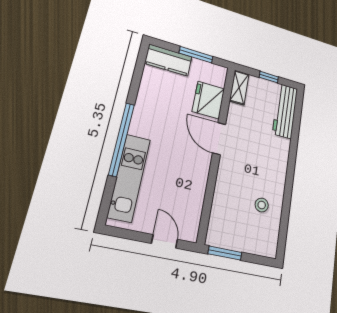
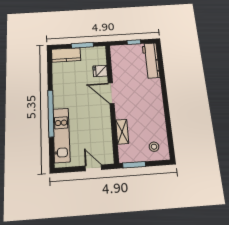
shelving: (239, 87) -> (122, 132), moved
fridge: (208, 100) -> (100, 71), width x0.53, depth x0.75
stool: (262, 205) -> (154, 147), moved

